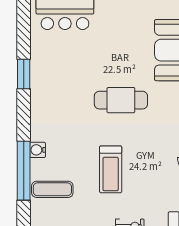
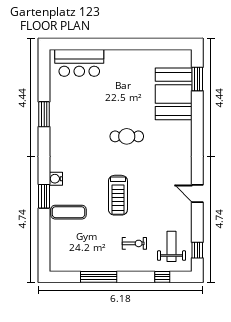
cafe table: (121, 100) -> (127, 136), width x0.73, depth x0.74
window: (24, 171) -> (44, 196), width x0.47

